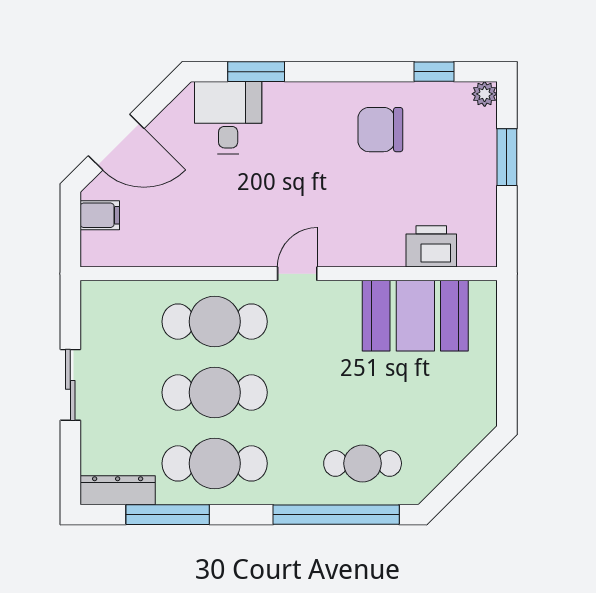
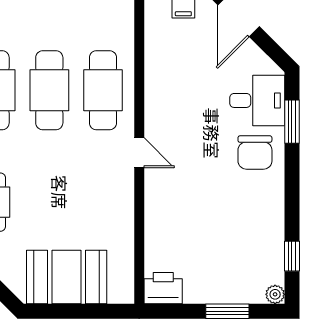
chair: (380, 130) -> (255, 153), moved, turned 180
printer: (431, 246) -> (163, 288), moved, turned -90
booth: (415, 316) -> (67, 277), moved, turned 90

